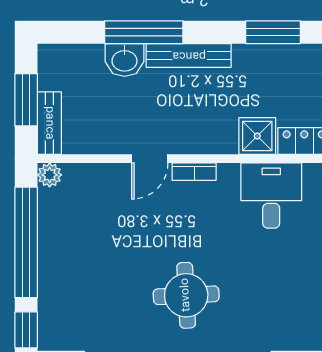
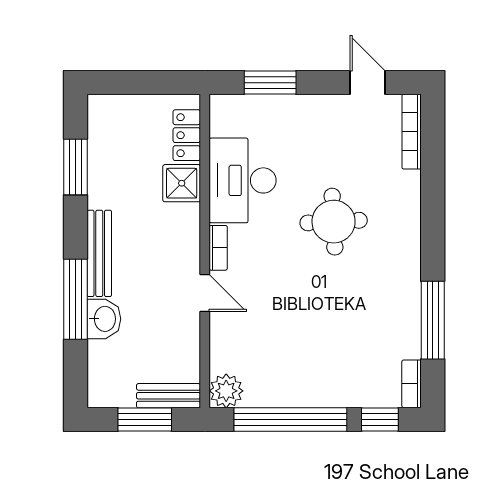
plant: (50, 175) -> (226, 391), width x1.38, depth x1.38
desk: (271, 196) -> (243, 180), width x1.37
round table: (186, 295) -> (334, 222), moved

